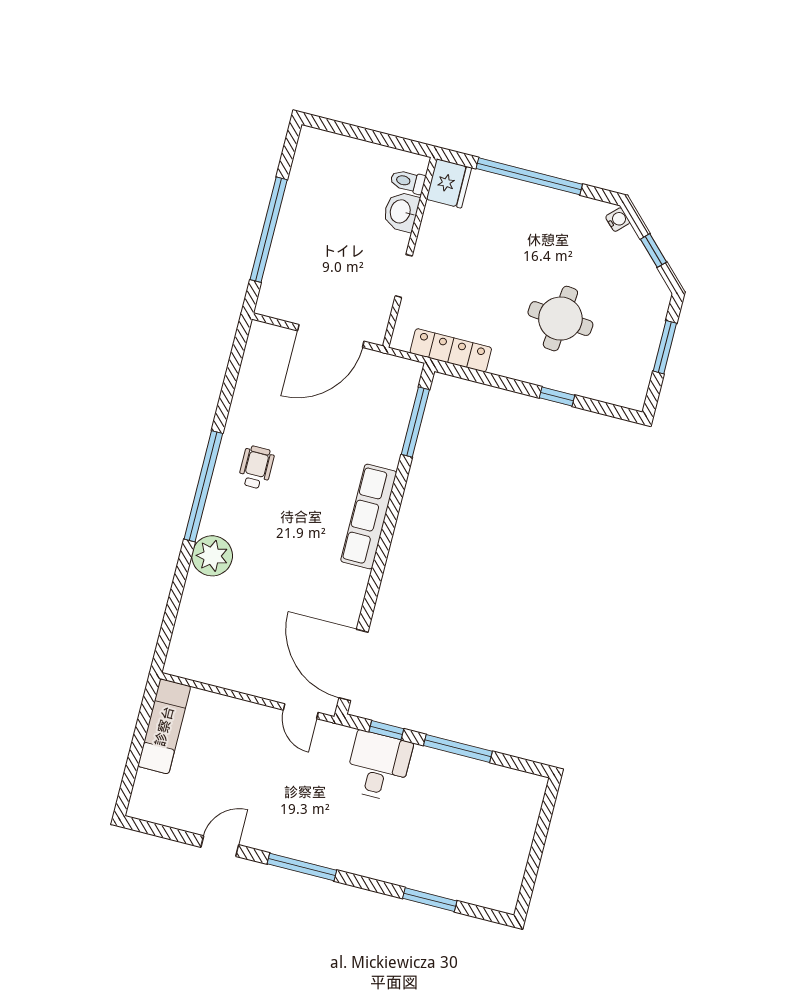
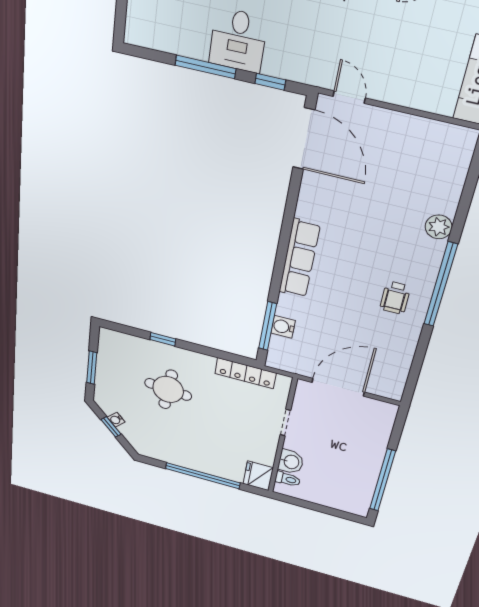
water cooler: (618, 220) -> (116, 420), moved
window: (269, 230) -> (382, 480), moved
water cooler: (396, 422) -> (283, 327), added
plant: (212, 556) -> (439, 227), width x0.73, depth x0.73
desk: (378, 766) -> (238, 40), moved

